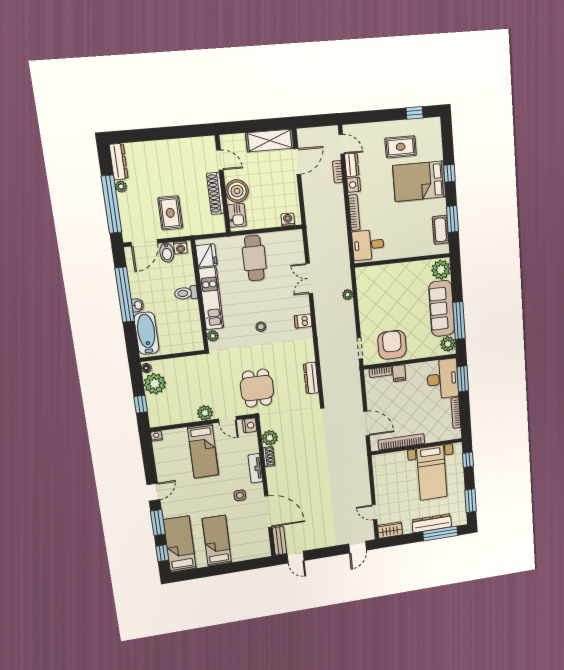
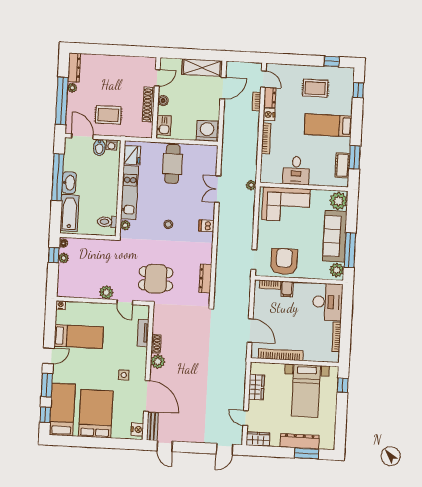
door: (220, 160) -> (157, 78), hinge flipped
window: (450, 173) -> (358, 90), moved
bed: (419, 181) -> (328, 125), width x0.67
boiler: (237, 191) -> (163, 101), width x0.54, depth x0.54
rug: (170, 213) -> (108, 115), turned 90
washing machine: (288, 220) -> (207, 131), width x1.89, depth x1.89
door: (144, 243) -> (82, 136), swing flipped
desk: (368, 245) -> (296, 170), moved, turned -90
corner sofa: (386, 283) -> (286, 204), added
toilet: (186, 293) -> (107, 222), moved
plant: (348, 295) -> (251, 185), moved
washbasin: (138, 305) -> (69, 183), width x1.91, depth x1.45
window: (463, 379) -> (347, 306), removed
plant: (155, 384) -> (64, 258), width x0.53, depth x0.53
dining table: (257, 388) -> (156, 279), turned 90
window: (141, 404) -> (54, 255), moved
nightstand: (250, 425) -> (137, 429), moved
plant: (270, 438) -> (158, 362), moved
bed: (203, 451) -> (79, 337), moved, turned -90
tv unit: (255, 468) -> (143, 333), moved
wardrobe: (381, 479) -> (256, 387), added
window: (471, 501) -> (341, 427), removed
window: (440, 534) -> (307, 453), width x0.69
bed: (217, 541) -> (96, 414), width x1.50

